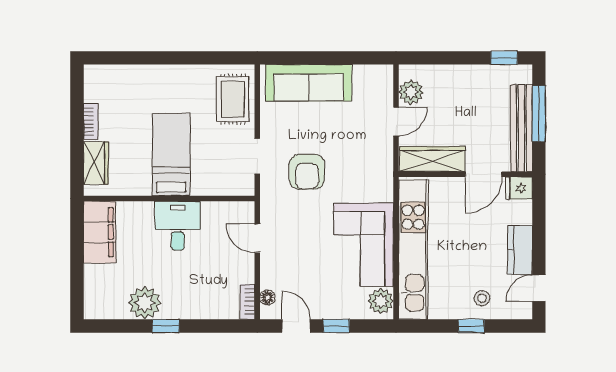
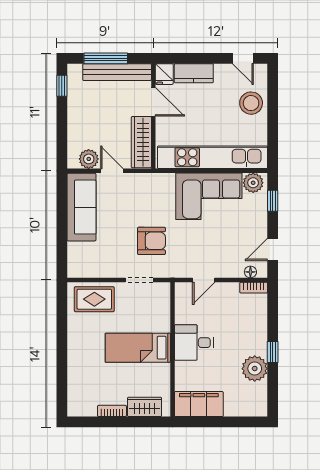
sofa: (309, 83) -> (81, 207), moved
kitchen counter: (520, 250) -> (194, 73), moved
stool: (482, 298) -> (251, 103), width x1.89, depth x1.89
window: (336, 326) -> (273, 201), moved
window: (471, 326) -> (273, 112), removed

